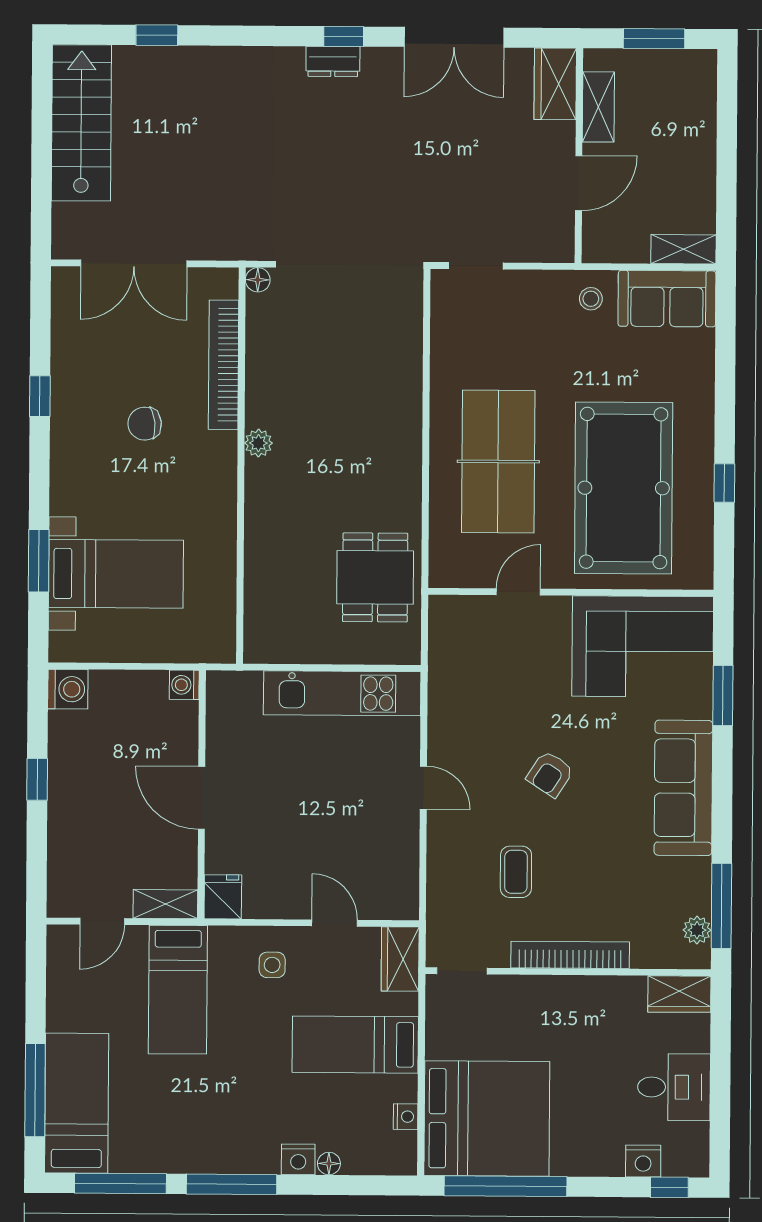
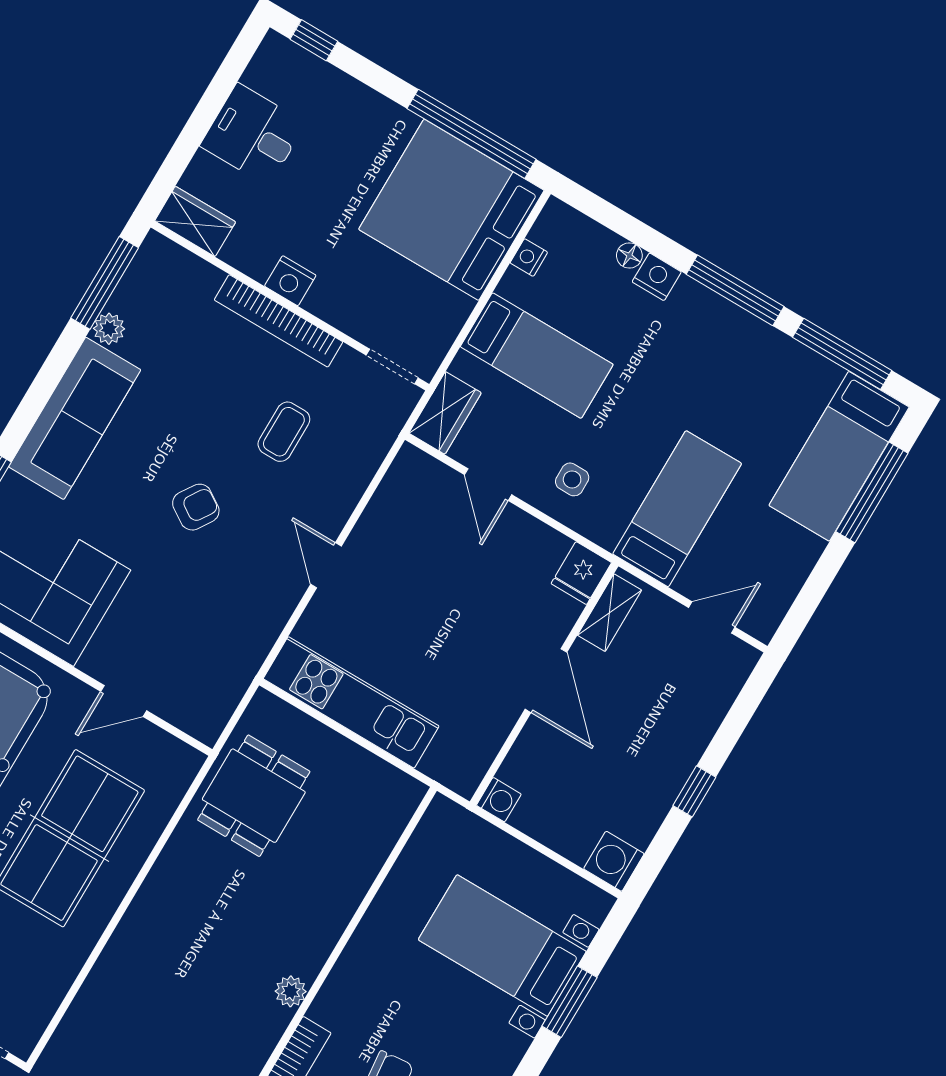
shelving: (165, 904) -> (610, 613), moved, turned 90
plant: (697, 930) -> (109, 329), moved
nightstand: (643, 1161) -> (290, 281), moved, turned 180

